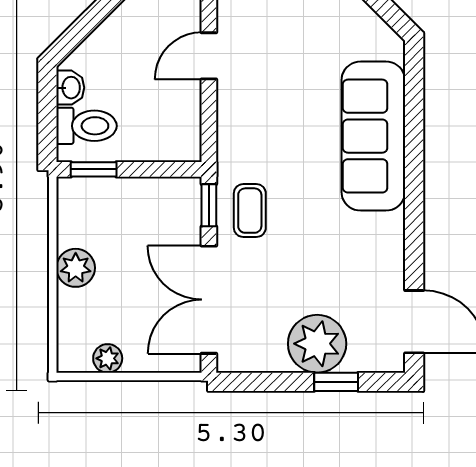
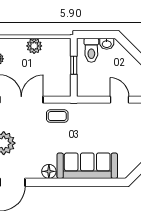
window: (94, 169) -> (74, 65), moved
window: (209, 205) -> (59, 100), removed
floor lamp: (387, 231) -> (49, 171), added

